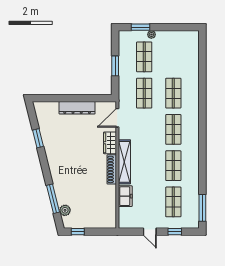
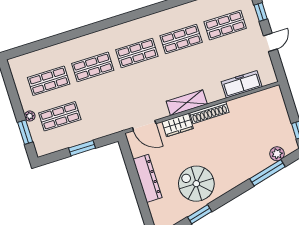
shop shelf: (144, 93) -> (49, 81), moved
spiral stairs: (62, 143) -> (196, 184), added
shelving: (124, 162) -> (187, 103), width x0.68
freezer: (125, 196) -> (242, 84), width x1.40

